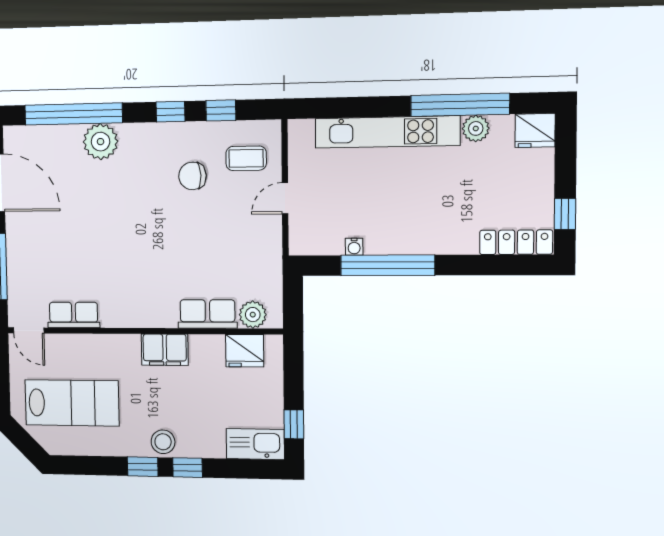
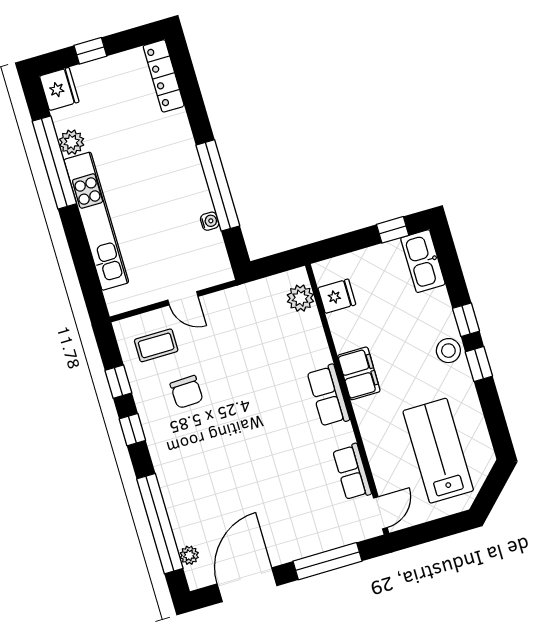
plant: (101, 142) -> (189, 555), moved, width x0.53, depth x0.53
coffee table: (246, 158) -> (156, 345), turned 90
window: (565, 214) -> (90, 51), moved
row of seats: (208, 314) -> (328, 396), moved
fridge: (245, 351) -> (337, 296), width x0.72

